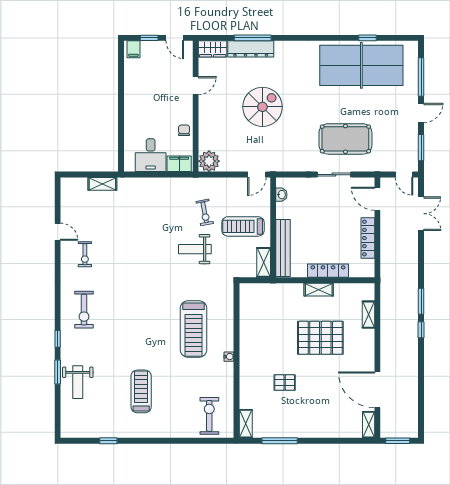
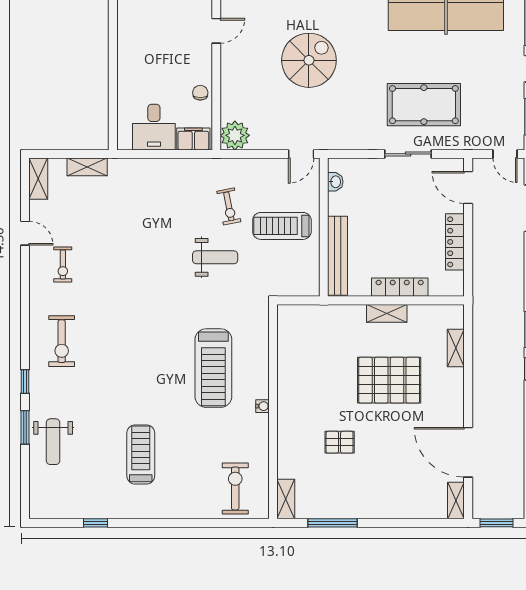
weight bench: (195, 249) -> (215, 257), turned 180
shelving: (264, 262) -> (38, 179), moved

